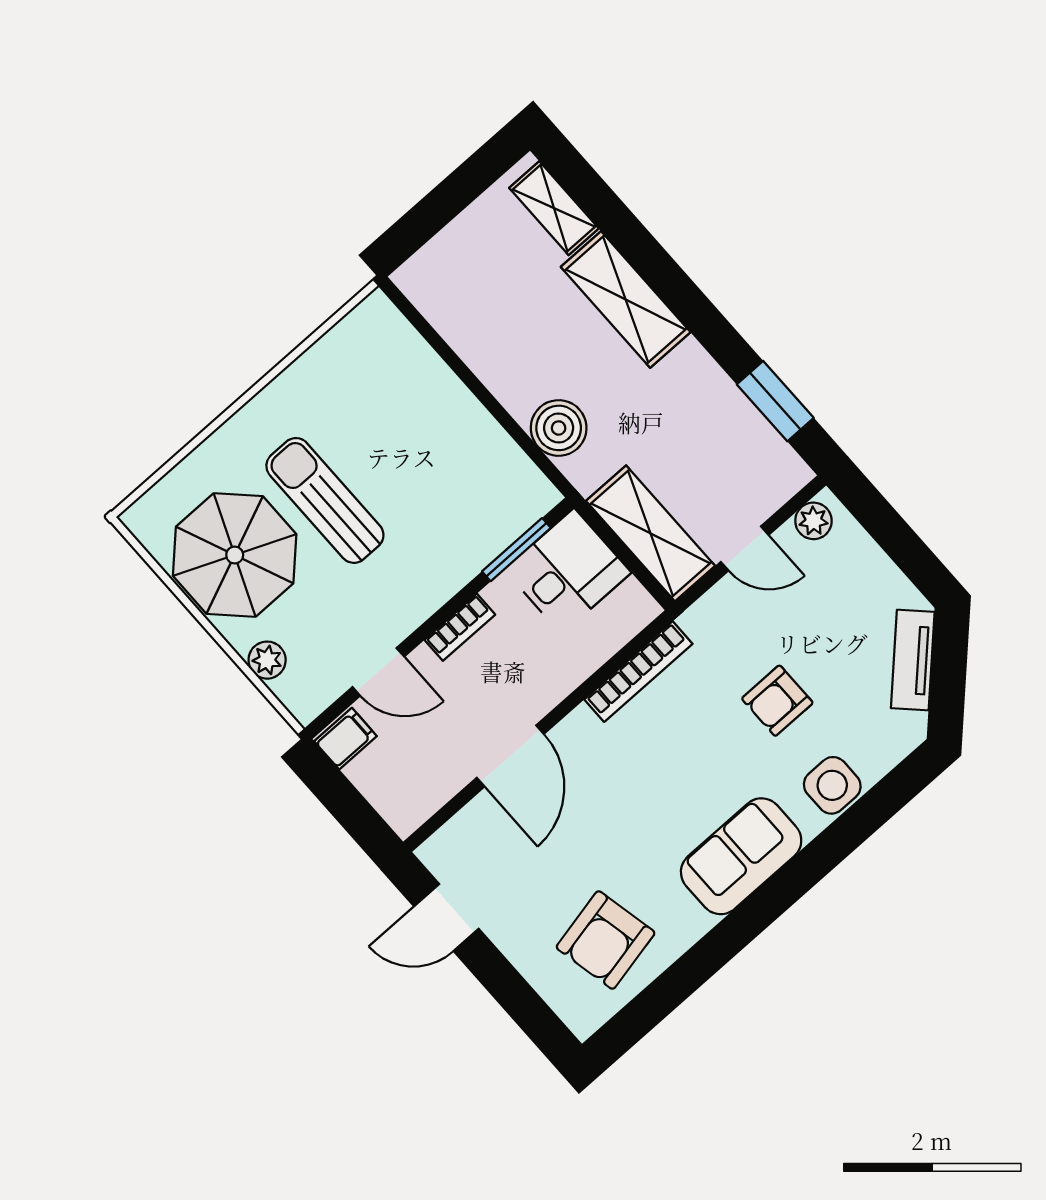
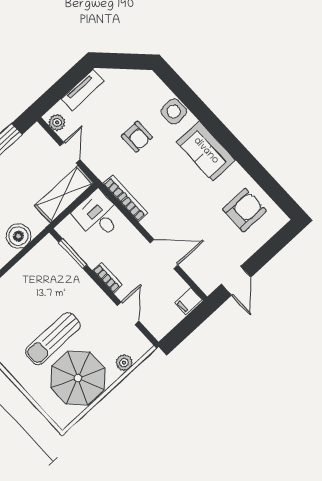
desk: (568, 571) -> (98, 215), moved
tv unit: (913, 660) -> (83, 90), moved, turned -45
filing cabinet: (346, 739) -> (188, 301), moved, turned -90
armchair: (606, 940) -> (244, 210), turned -78

